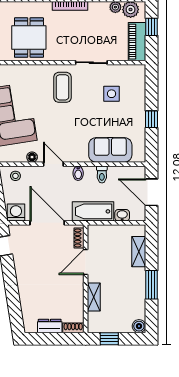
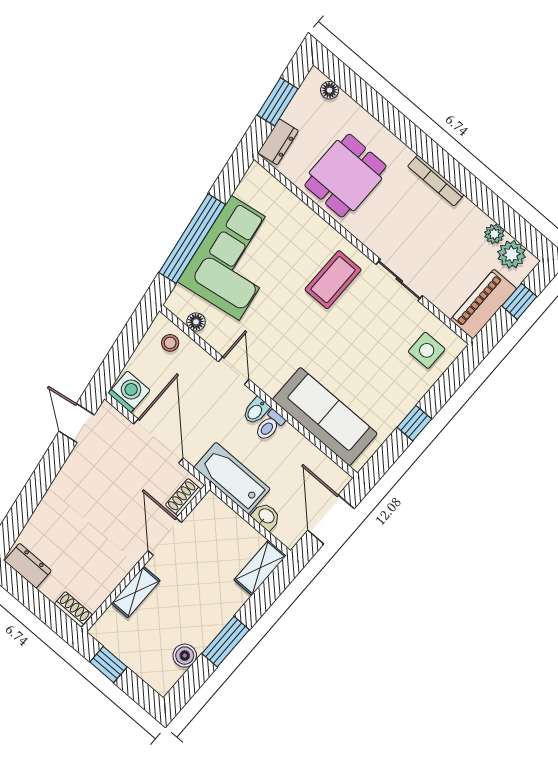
side table: (112, 94) -> (427, 350), moved
sofa: (110, 150) -> (325, 417), width x1.36
floor lamp: (32, 157) -> (196, 322), moved
toilet: (102, 174) -> (270, 426), moved
shelving: (139, 252) -> (260, 568), moved
door: (86, 262) -> (165, 537), hinge flipped
dresser: (50, 326) -> (28, 566), moved
boiler: (139, 326) -> (185, 656), moved

